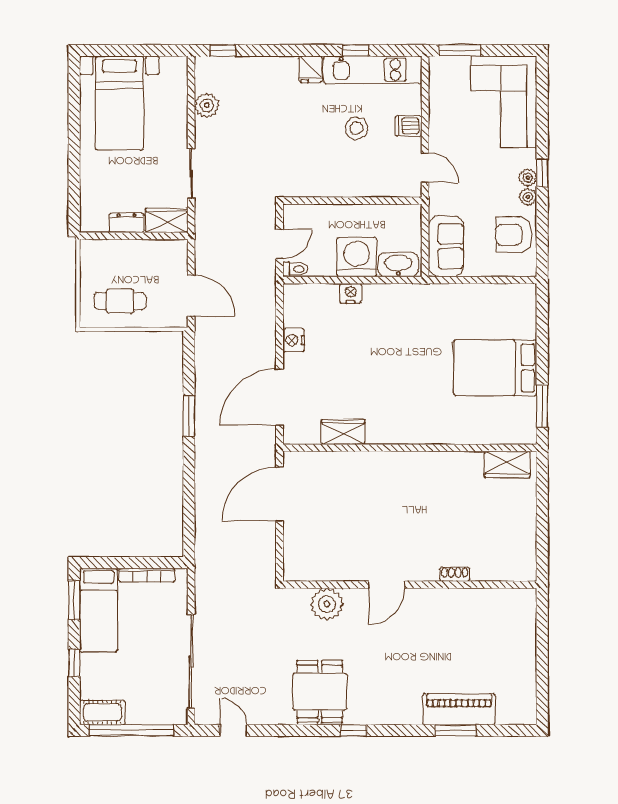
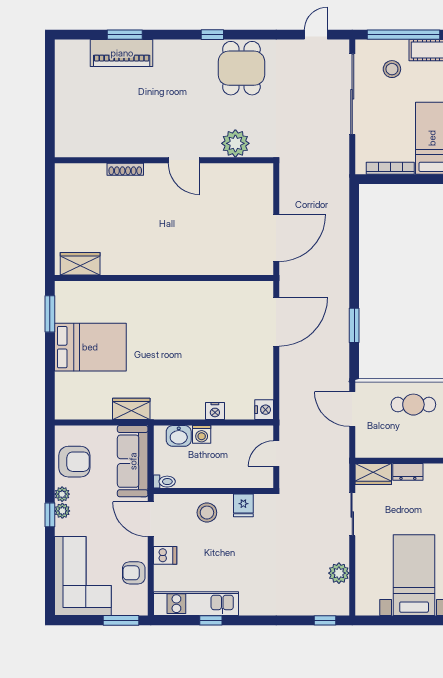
fridge: (310, 69) -> (243, 505), moved, turned 180
armchair: (445, 106) -> (134, 573), added
stool: (356, 128) -> (207, 513), moved
door: (425, 168) -> (151, 519), width x1.38
sofa: (446, 246) -> (133, 461), width x1.36
washing machine: (357, 257) -> (202, 434), width x0.53, depth x0.53
washbasin: (398, 265) -> (179, 436), width x0.72
toilet: (295, 269) -> (164, 482), moved, turned 180
nightstand: (294, 340) -> (264, 410), moved
window: (189, 416) -> (354, 325), moved
wardrobe: (343, 432) -> (131, 409), moved, turned 180
shoe rack: (455, 574) -> (125, 169), width x1.43
door: (387, 585) -> (184, 160), swing flipped
stool: (145, 690) -> (392, 69), added
door: (233, 730) -> (316, 35), swing flipped

